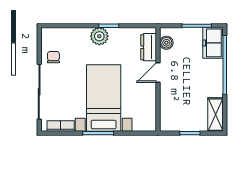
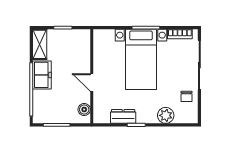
plant: (99, 36) -> (166, 115), moved
freezer: (213, 43) -> (42, 75), moved
dresser: (149, 47) -> (123, 116), moved, turned -90
door: (158, 73) -> (92, 82), swing flipped

